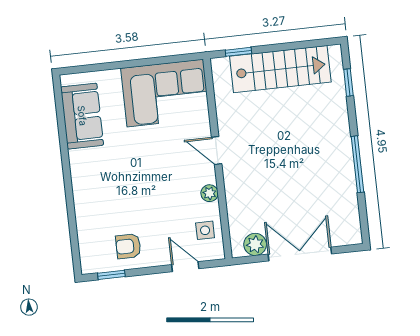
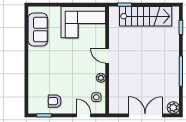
plant: (255, 244) -> (173, 108), moved

